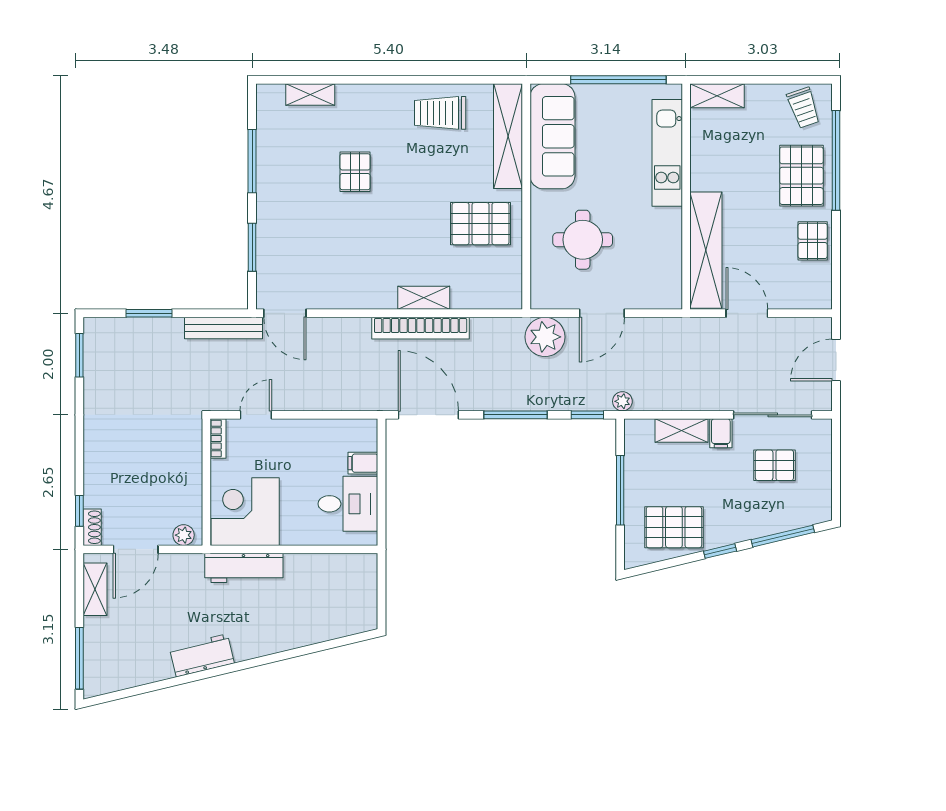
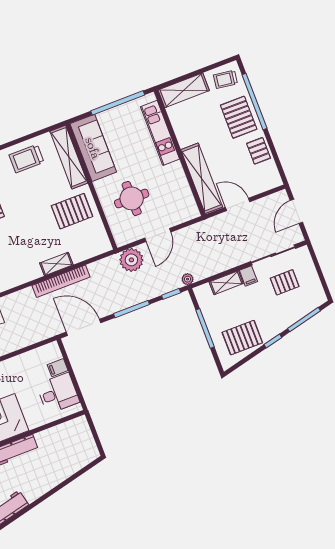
shelving: (717, 96) -> (184, 90), width x1.50, depth x1.33
trolley: (803, 108) -> (225, 79), turned 117

